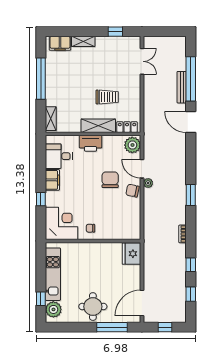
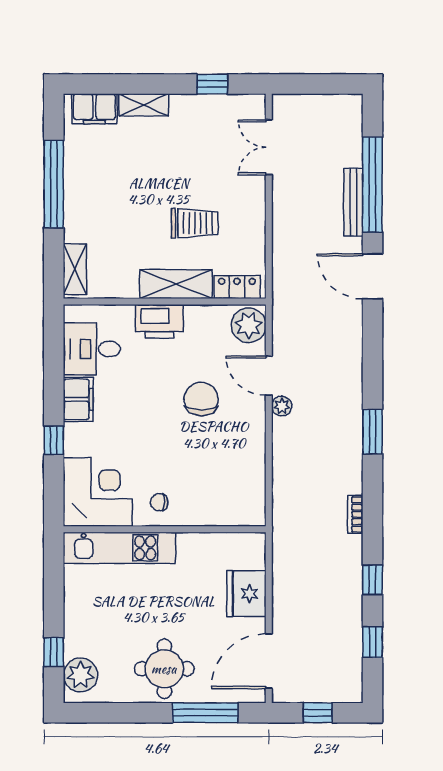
double door: (142, 61) -> (269, 147), swing flipped
chair: (133, 191) -> (249, 422), removed
fridge: (131, 254) -> (246, 594), moved
kitchen unit: (53, 274) -> (119, 548), moved, turned 90

